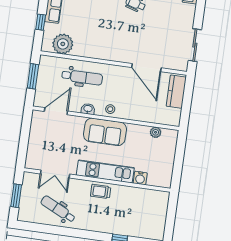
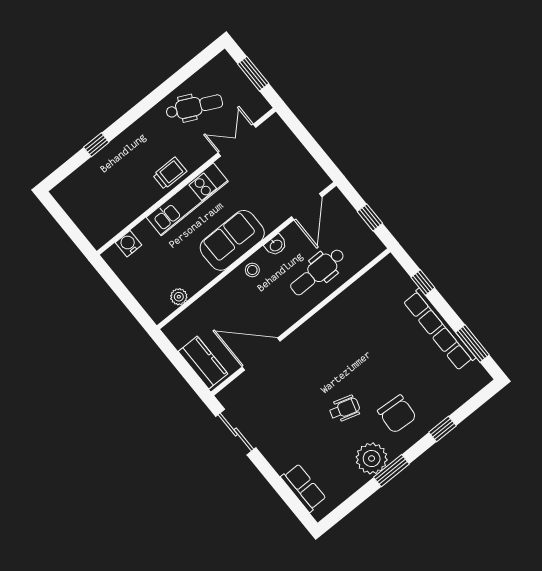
plant: (63, 44) -> (375, 285), removed
window: (33, 76) -> (370, 217), width x0.67
water cooler: (140, 178) -> (129, 244), moved

